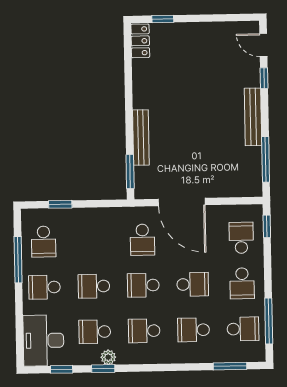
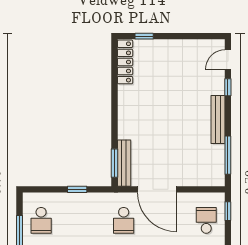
locker: (140, 41) -> (125, 62), width x1.53
door: (263, 45) -> (228, 60), hinge flipped
bench: (141, 138) -> (124, 163), moved
window: (60, 204) -> (77, 189), moved

